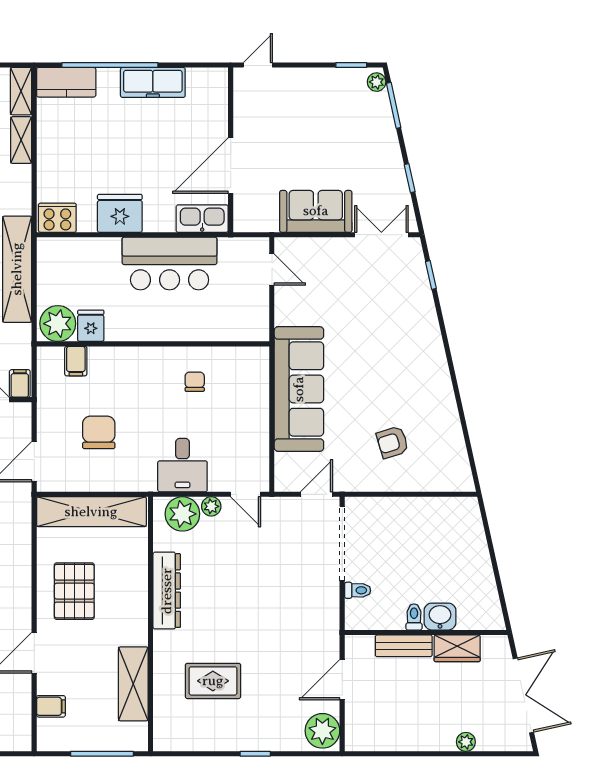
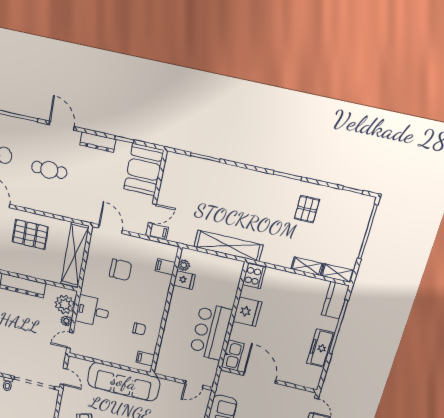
plant: (58, 324) -> (184, 265), width x0.53, depth x0.53
filing cabinet: (246, 361) -> (145, 359), added

